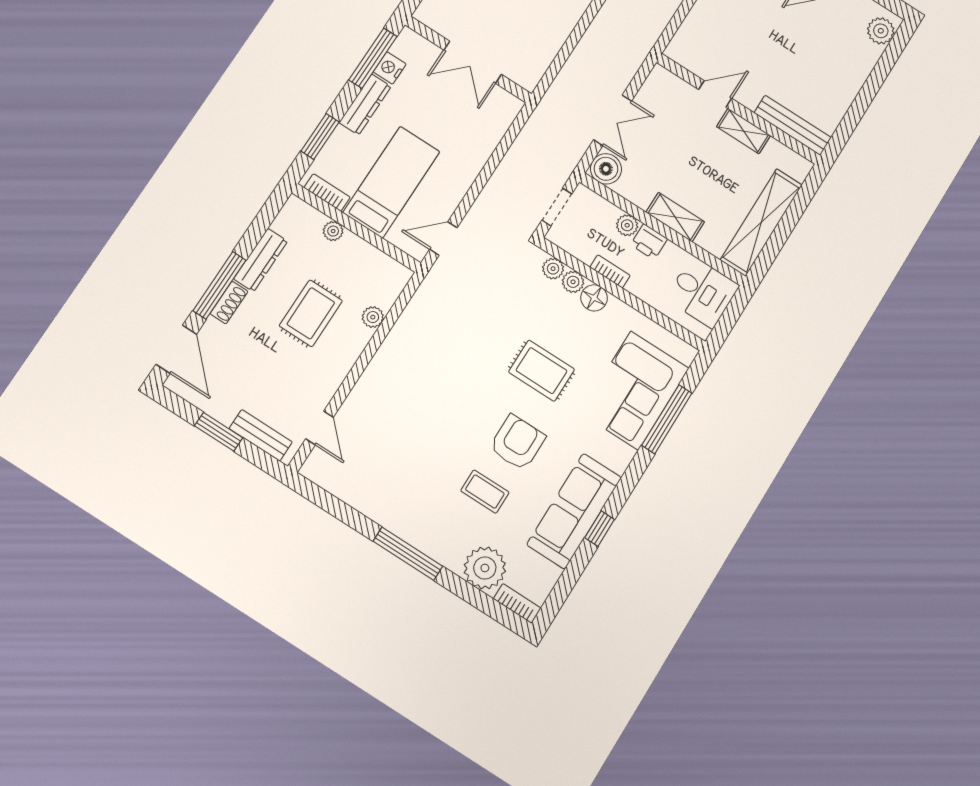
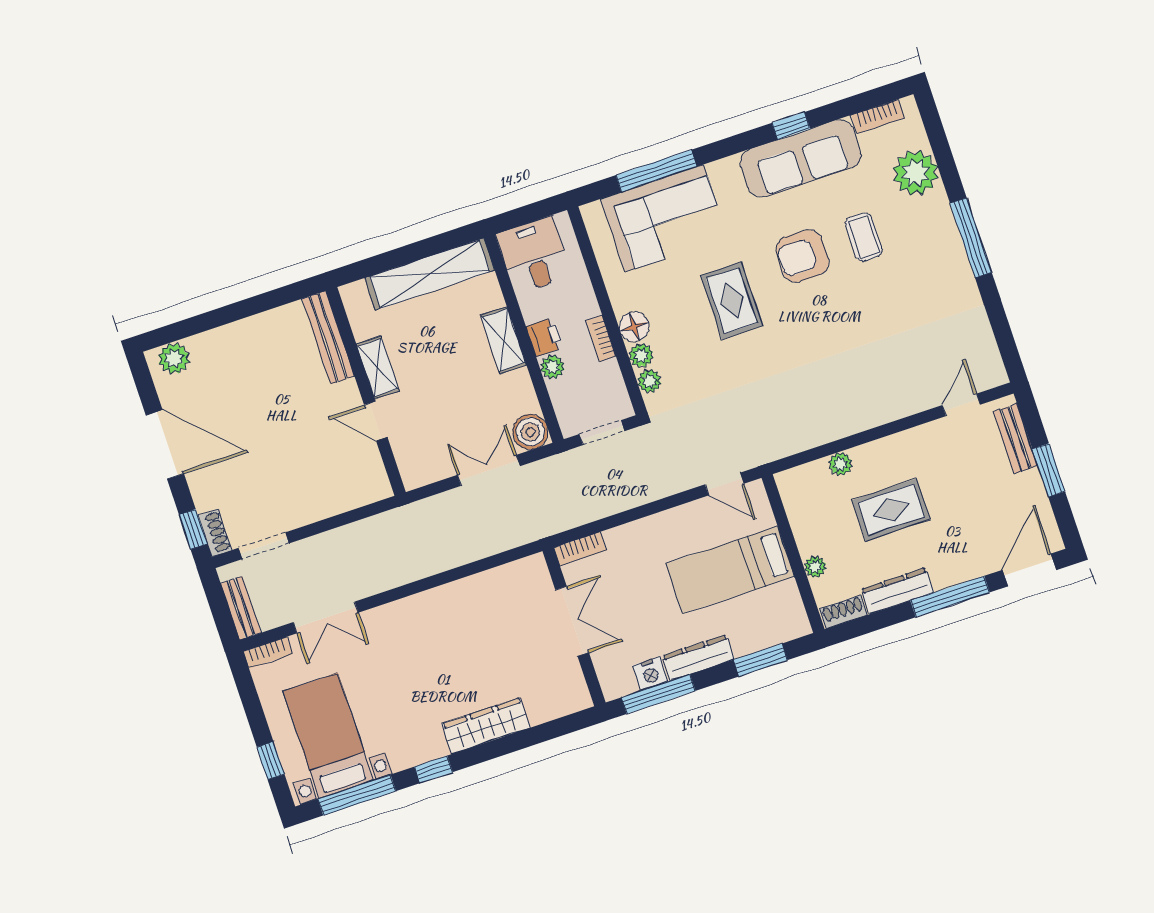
bookcase: (327, 193) -> (580, 549), moved, turned -90
shoe rack: (229, 303) -> (843, 612), moved
bookcase: (517, 603) -> (878, 116), moved, turned -90

